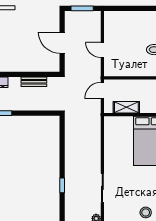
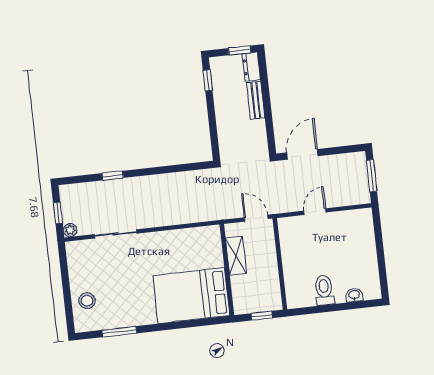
door: (62, 43) -> (302, 154), moved
bench: (34, 82) -> (256, 100), moved

